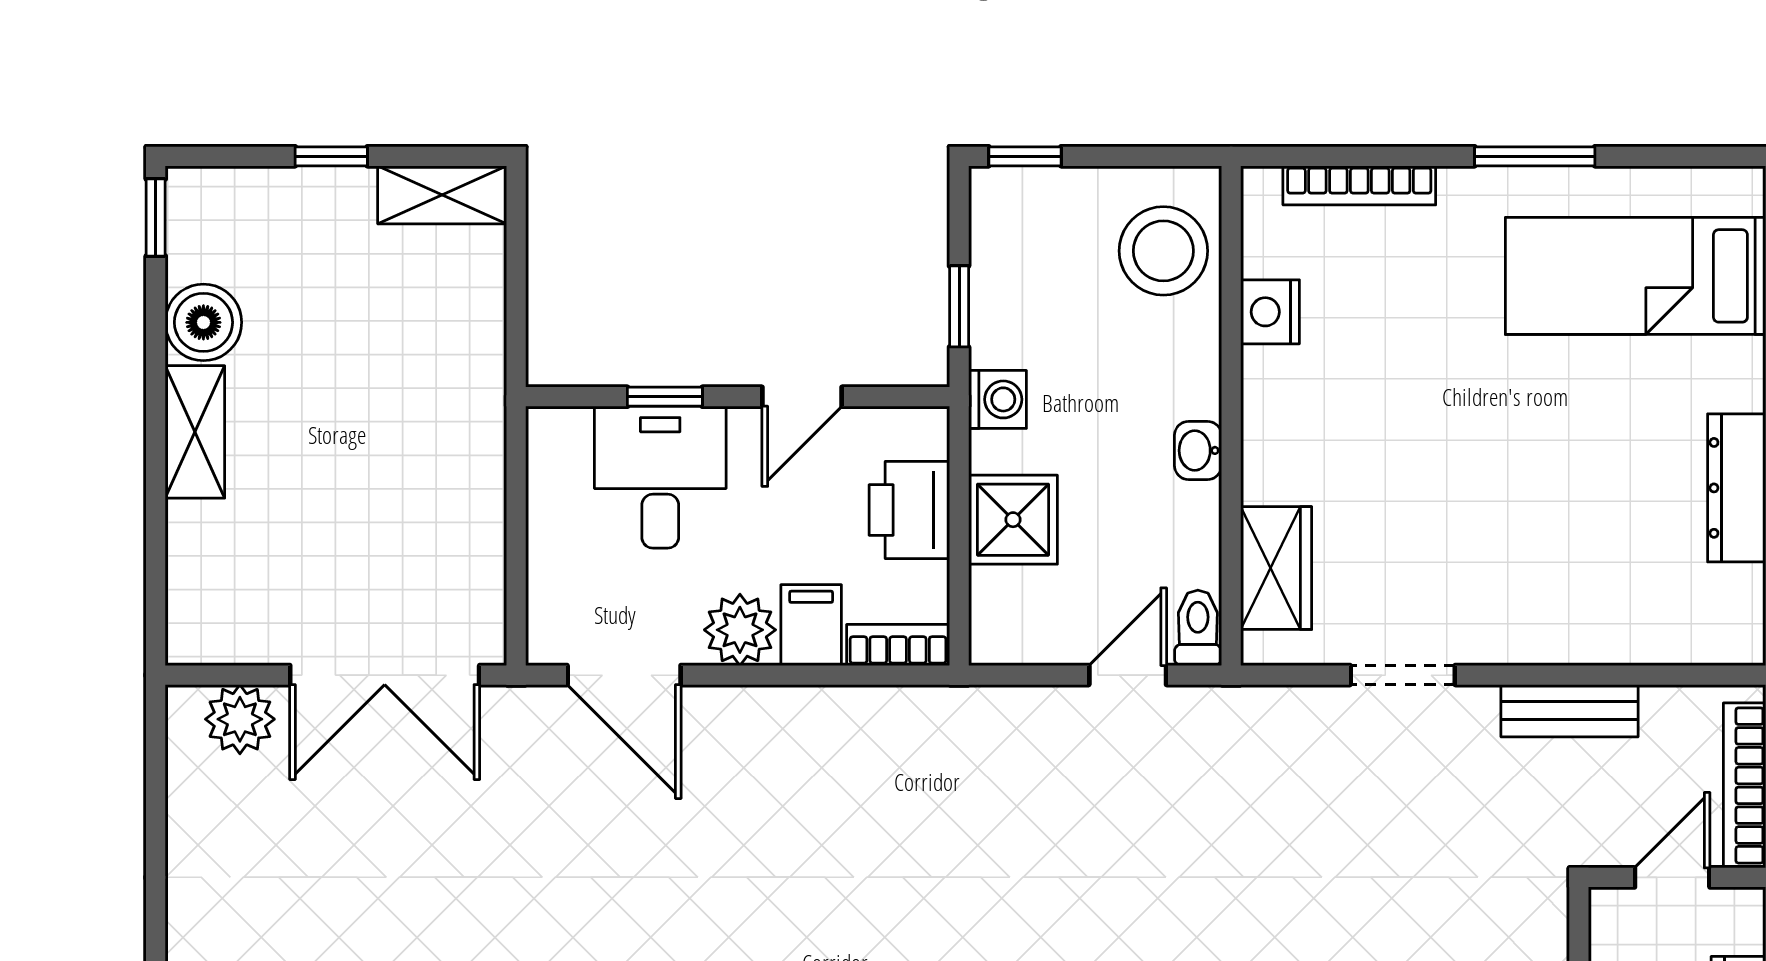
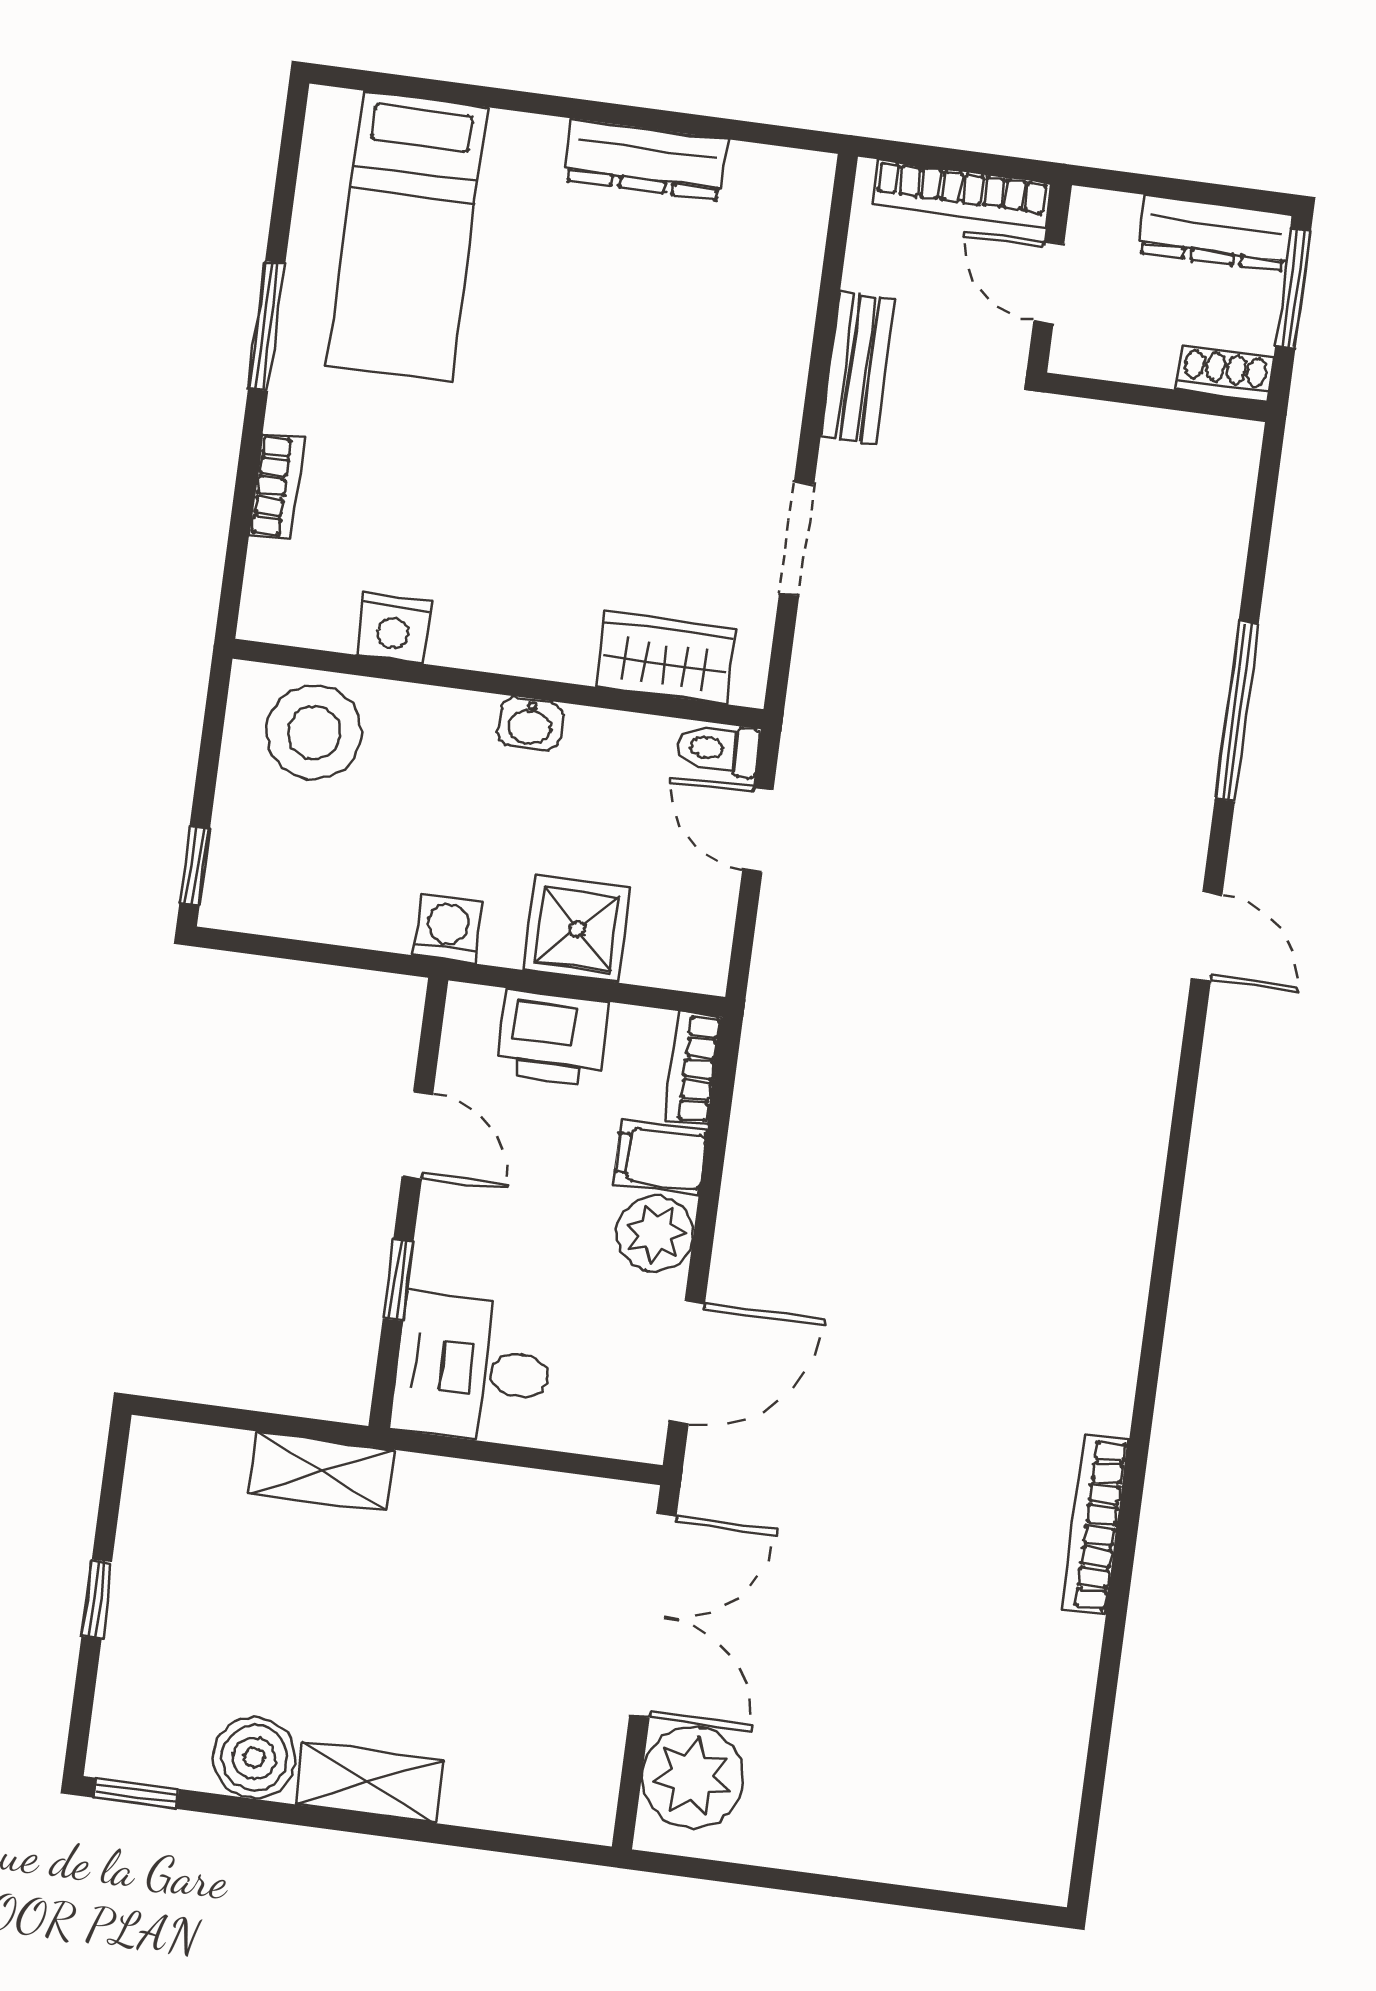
bookcase: (1359, 185) -> (276, 487), width x0.64
shelving: (442, 195) -> (322, 1471), moved, turned 90
window: (959, 306) -> (344, 956), removed
desk: (660, 477) -> (473, 1369), moved
plant: (240, 719) -> (693, 1777), width x1.36, depth x1.36

